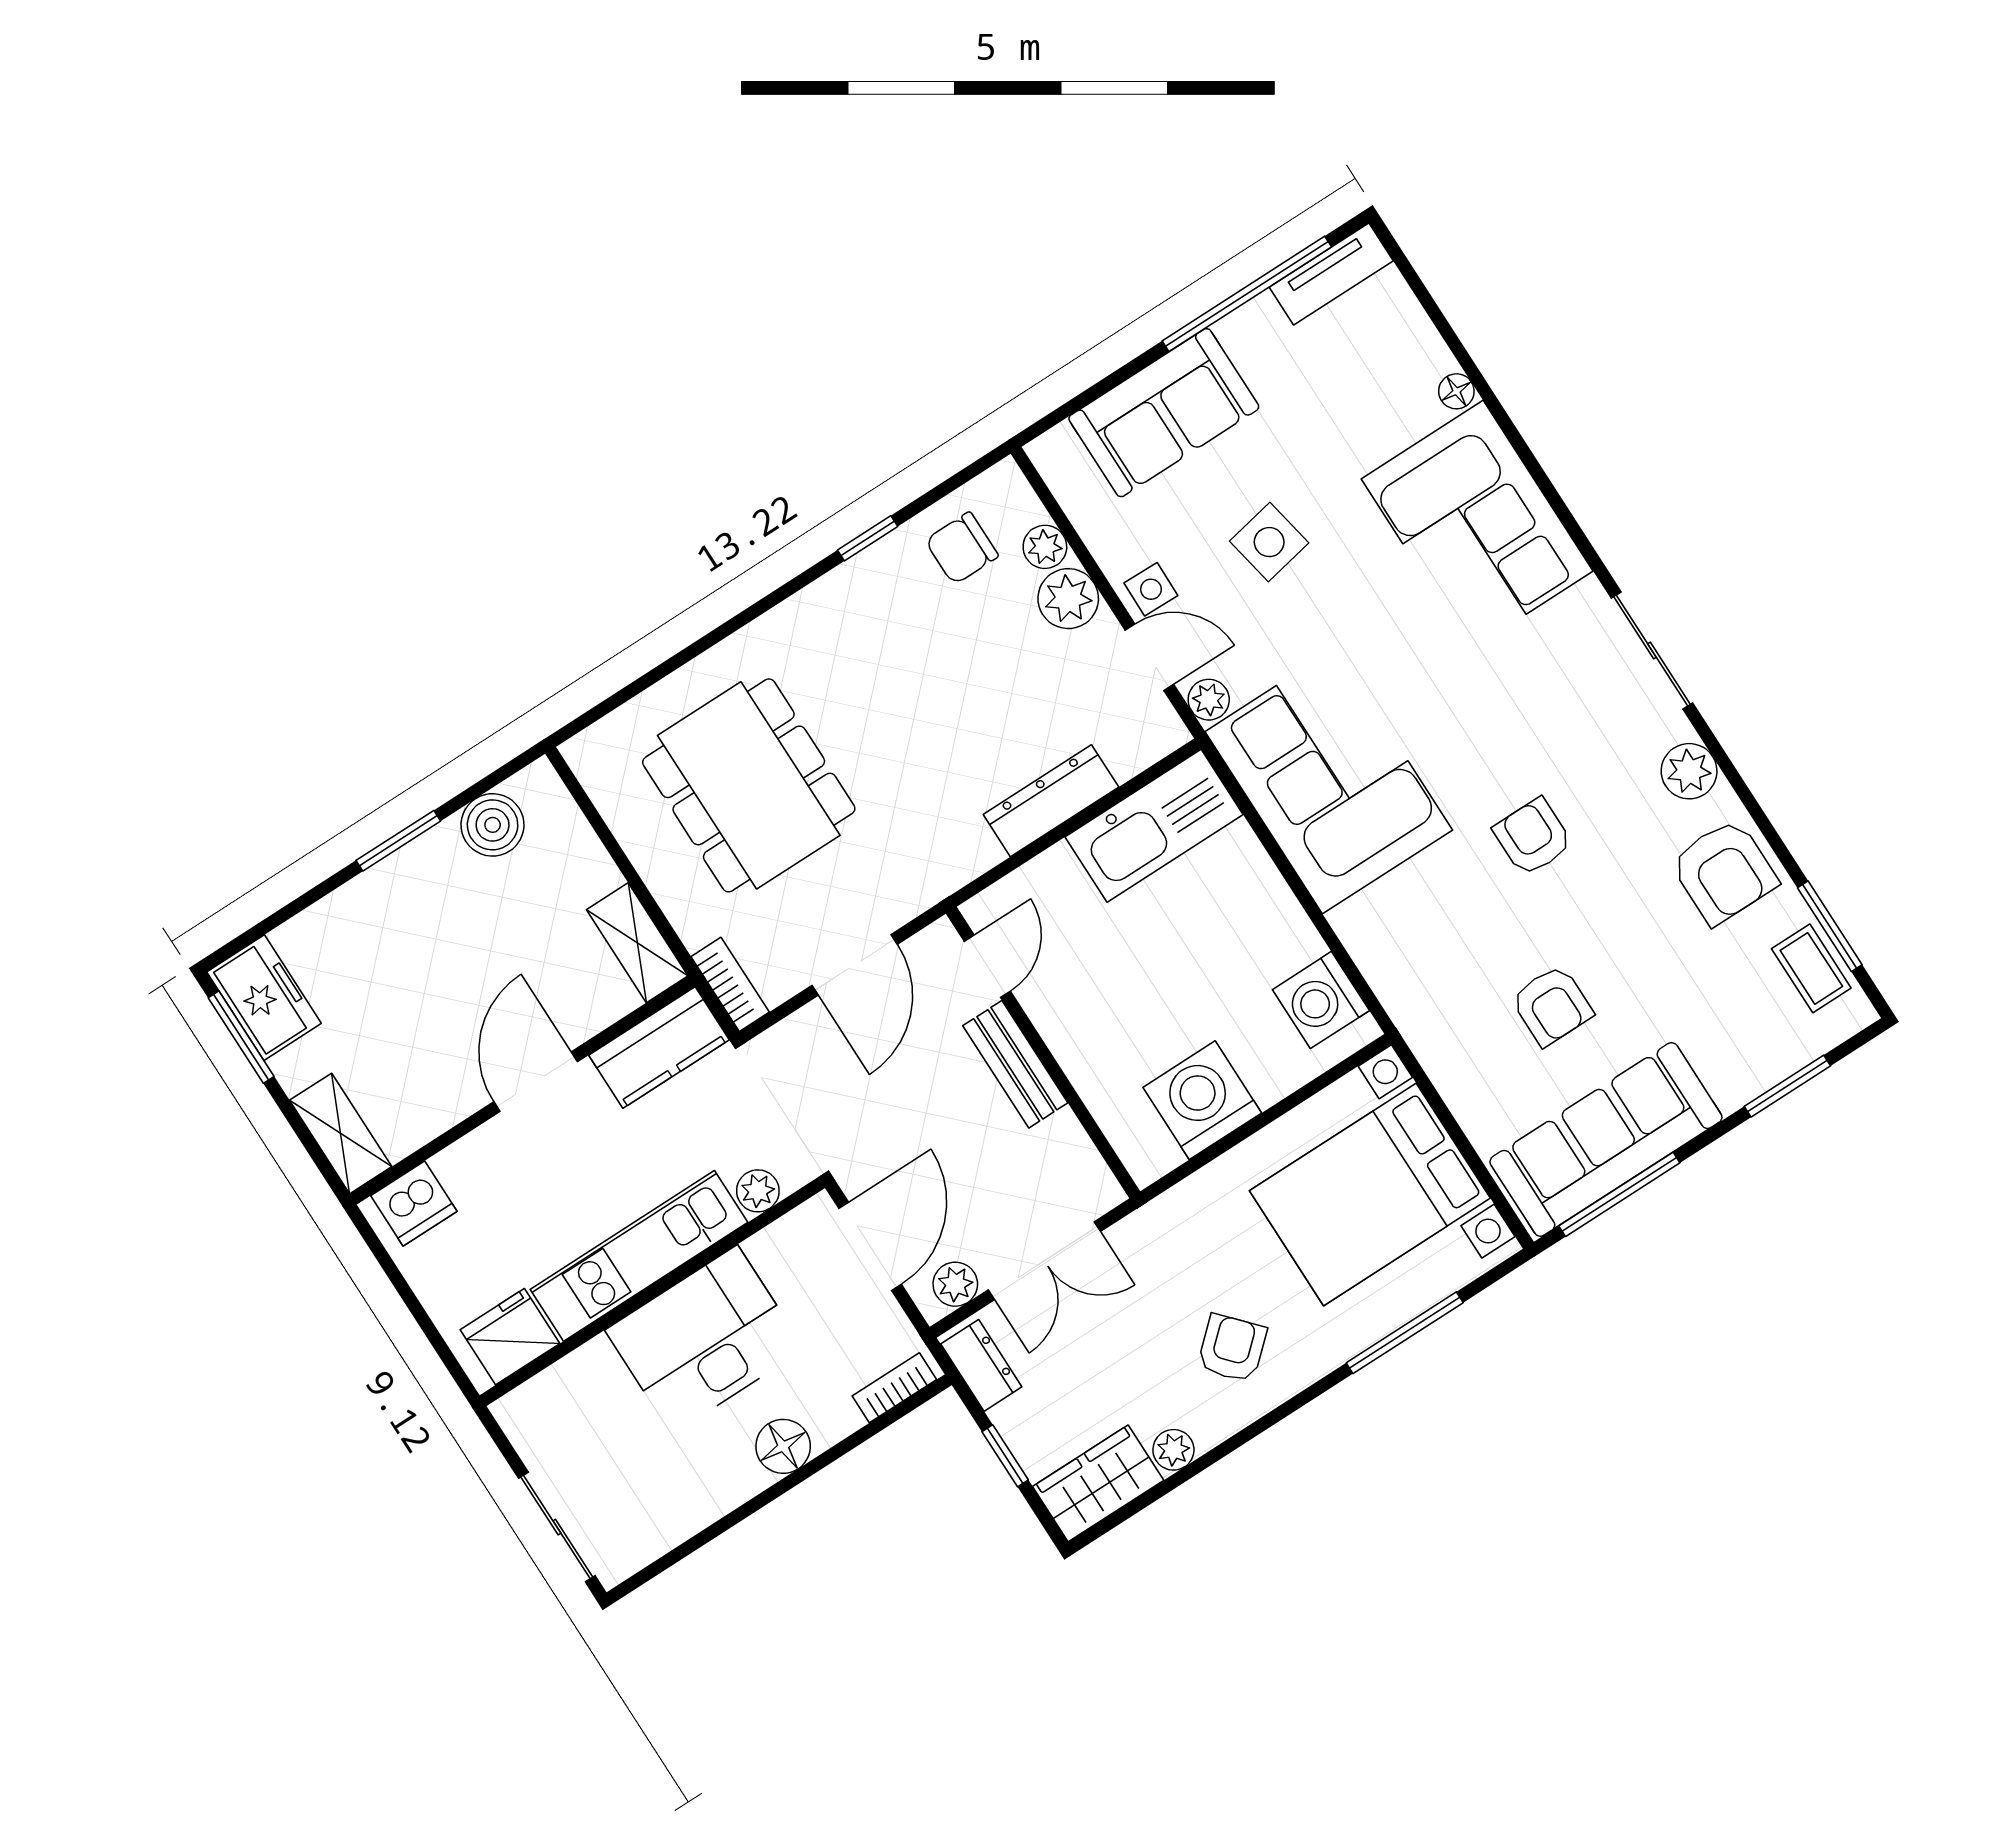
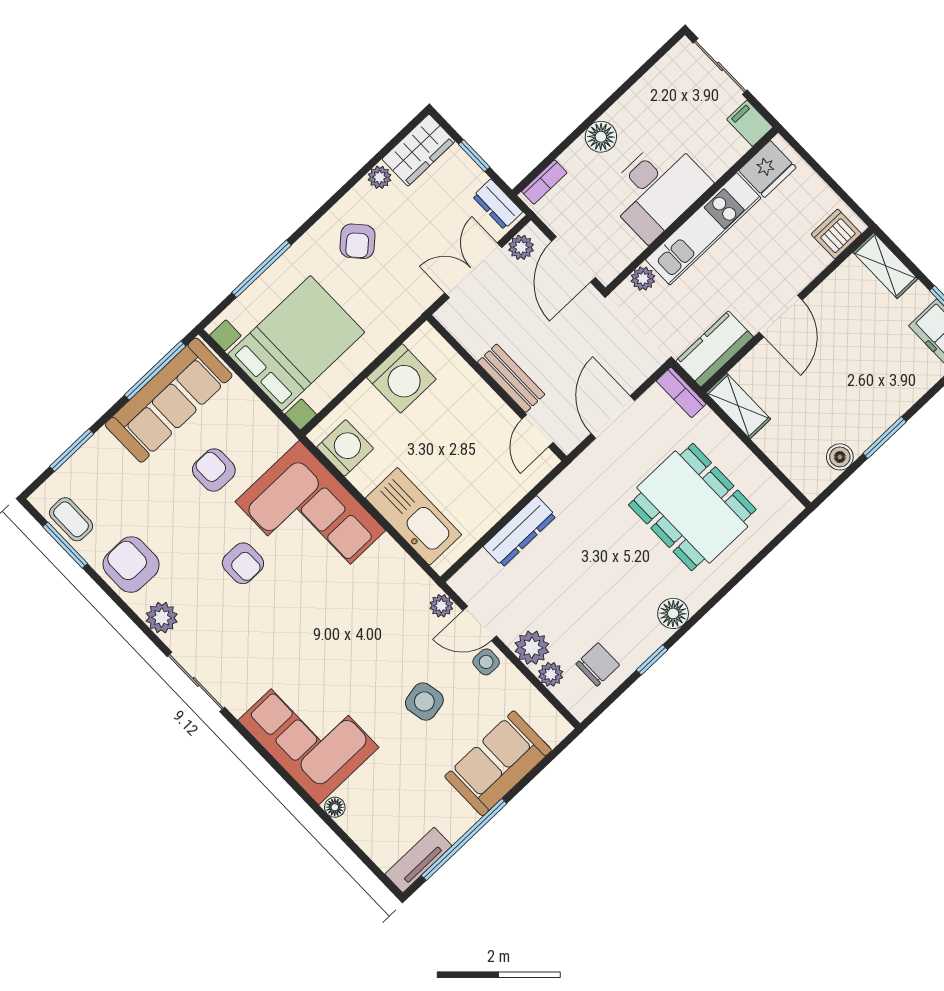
floor lamp: (816, 610) -> (673, 613), added
corner sofa: (1329, 781) -> (310, 516), moved
boiler: (493, 825) -> (840, 457), width x0.73, depth x0.73
kitchen sink: (1154, 826) -> (413, 516), moved, turned 90
filing cabinet: (525, 1420) -> (750, 123), added

